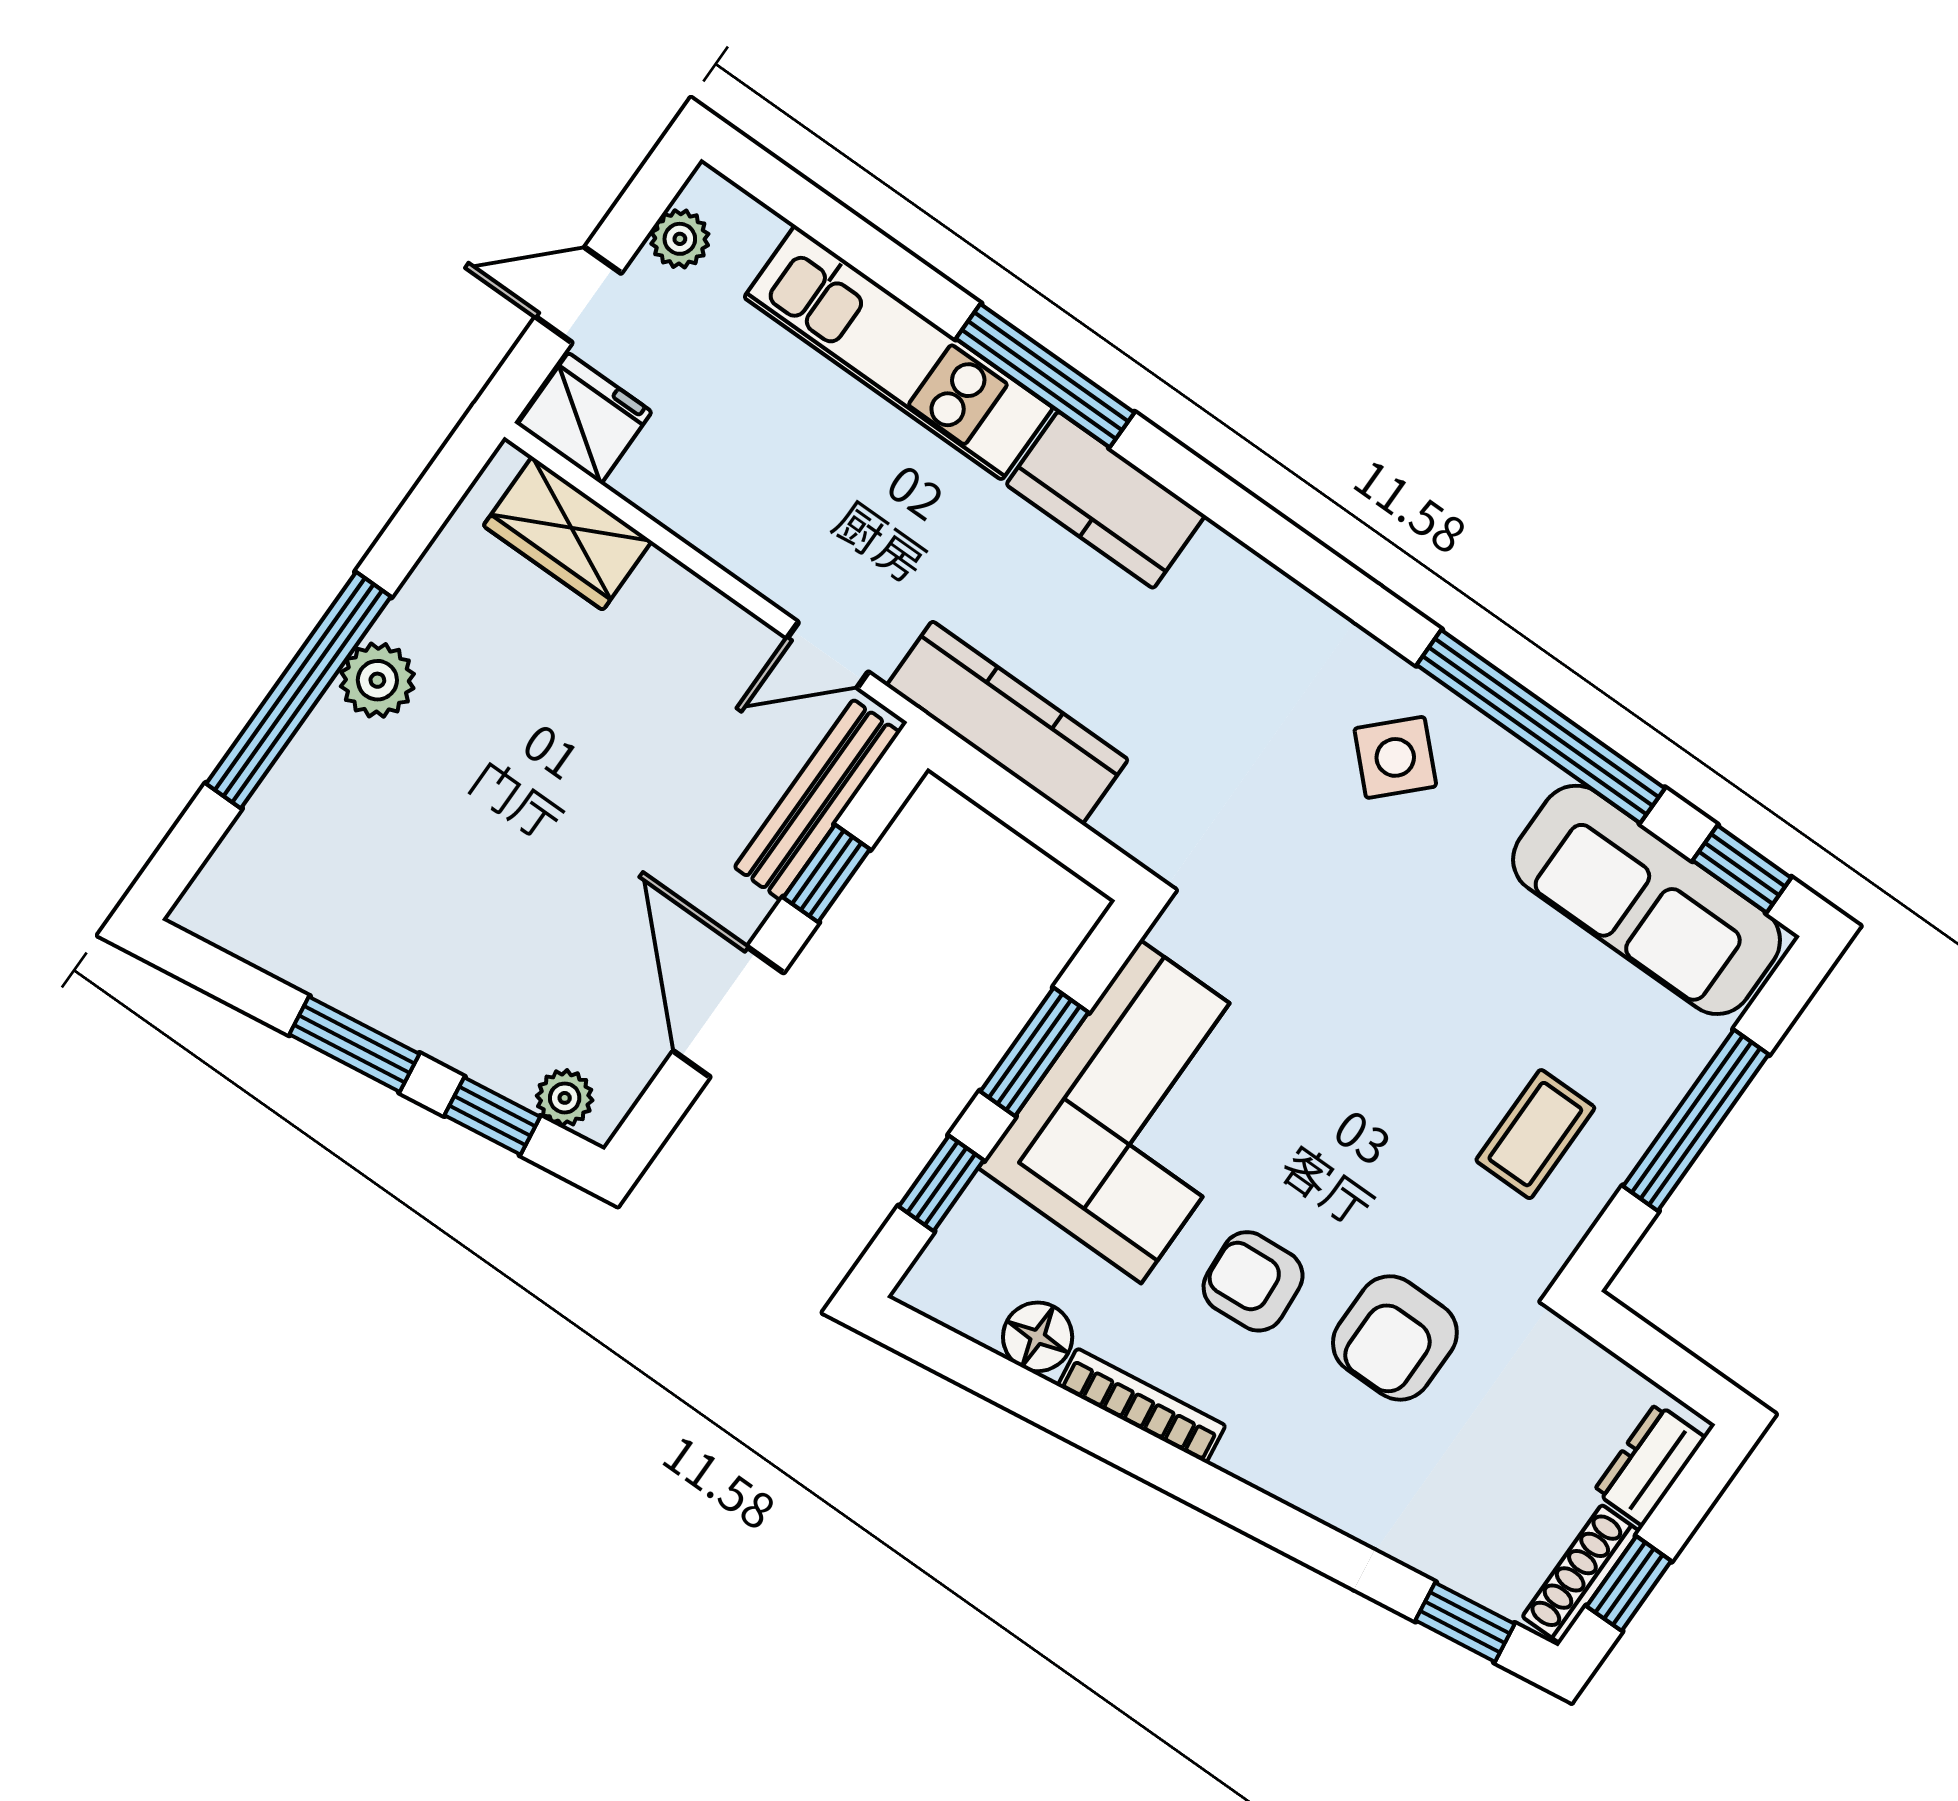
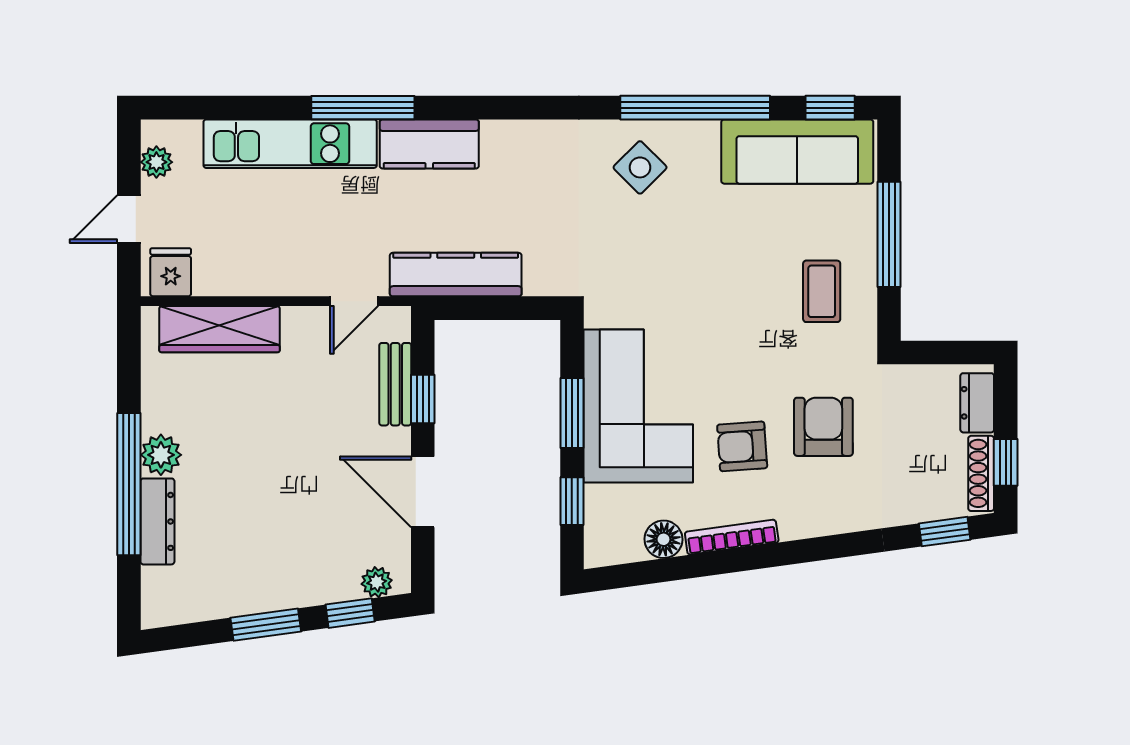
fridge: (585, 418) -> (171, 272), width x0.72
wardrobe: (567, 533) -> (220, 329), width x1.50
dresser: (302, 776) -> (157, 521), added
bench: (817, 800) -> (395, 384), width x0.73
armchair: (1395, 1338) -> (823, 427), turned 180

